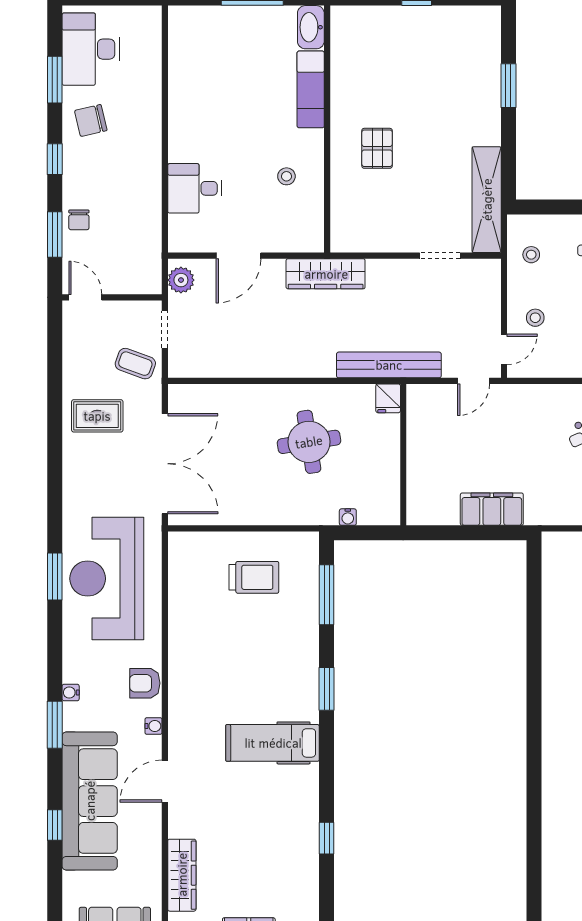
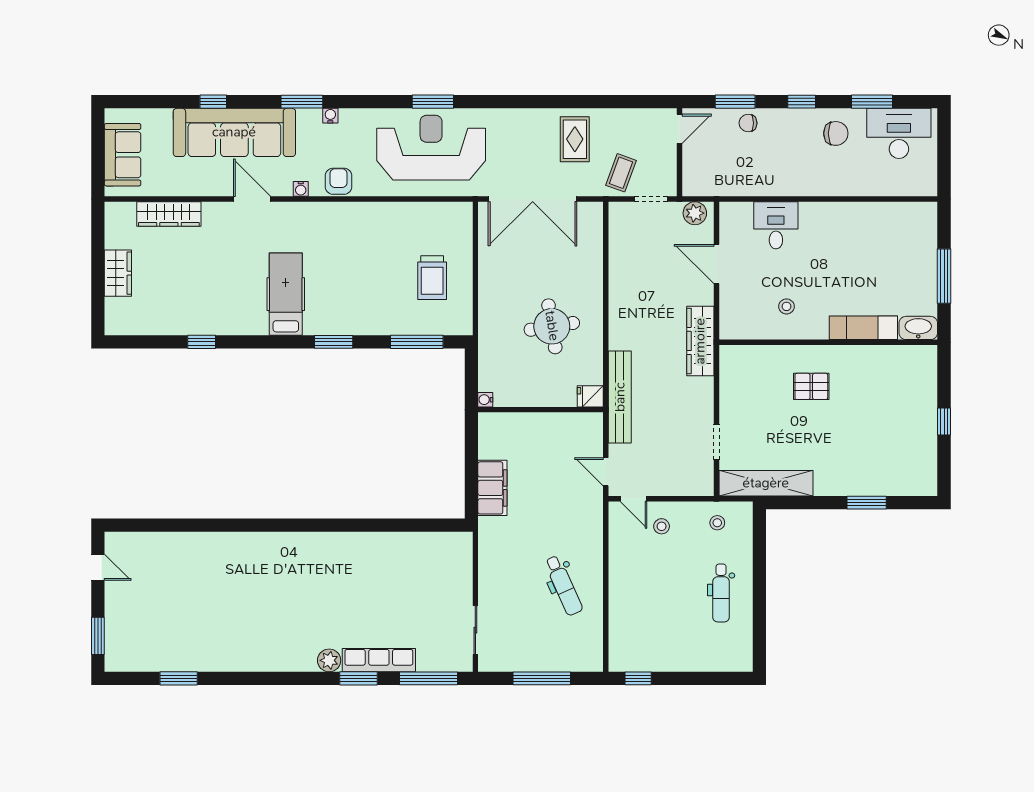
chair: (91, 120) -> (836, 133), turned 103
water cooler: (348, 517) -> (485, 400), moved

